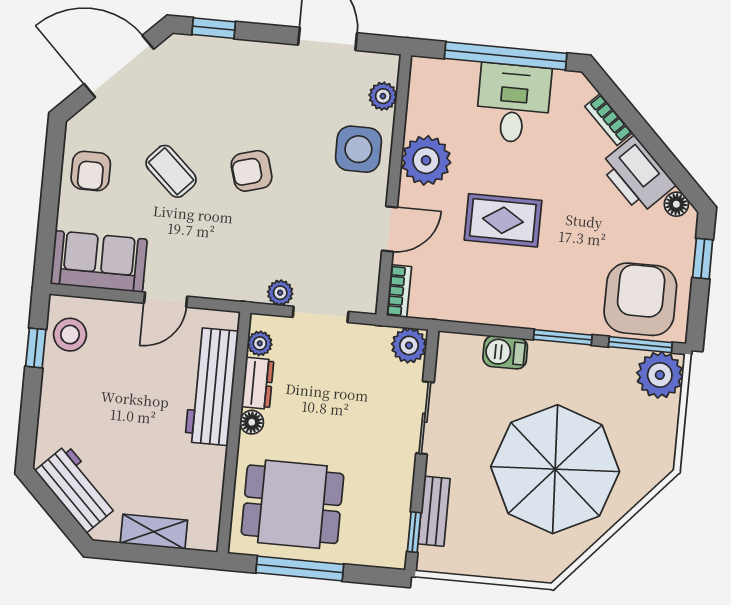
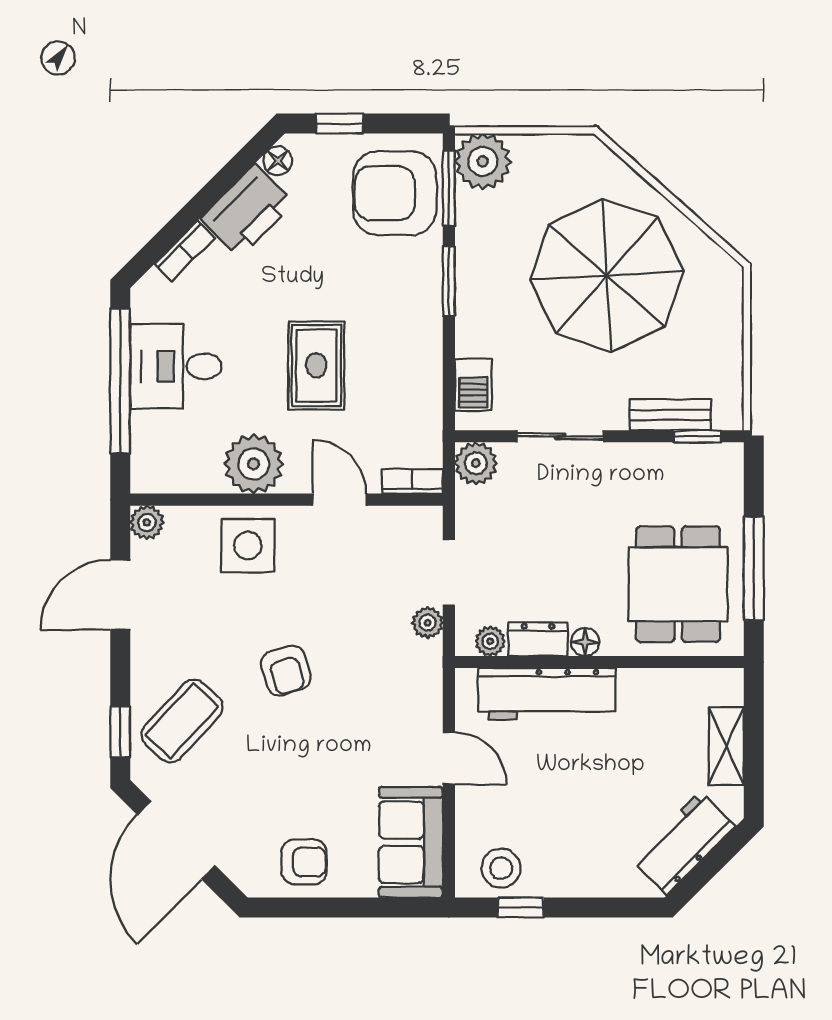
plant: (383, 96) -> (147, 522), moved
coffee table: (171, 171) -> (182, 721), moved, width x1.36, depth x1.30
barbecue: (505, 352) -> (473, 385), moved

